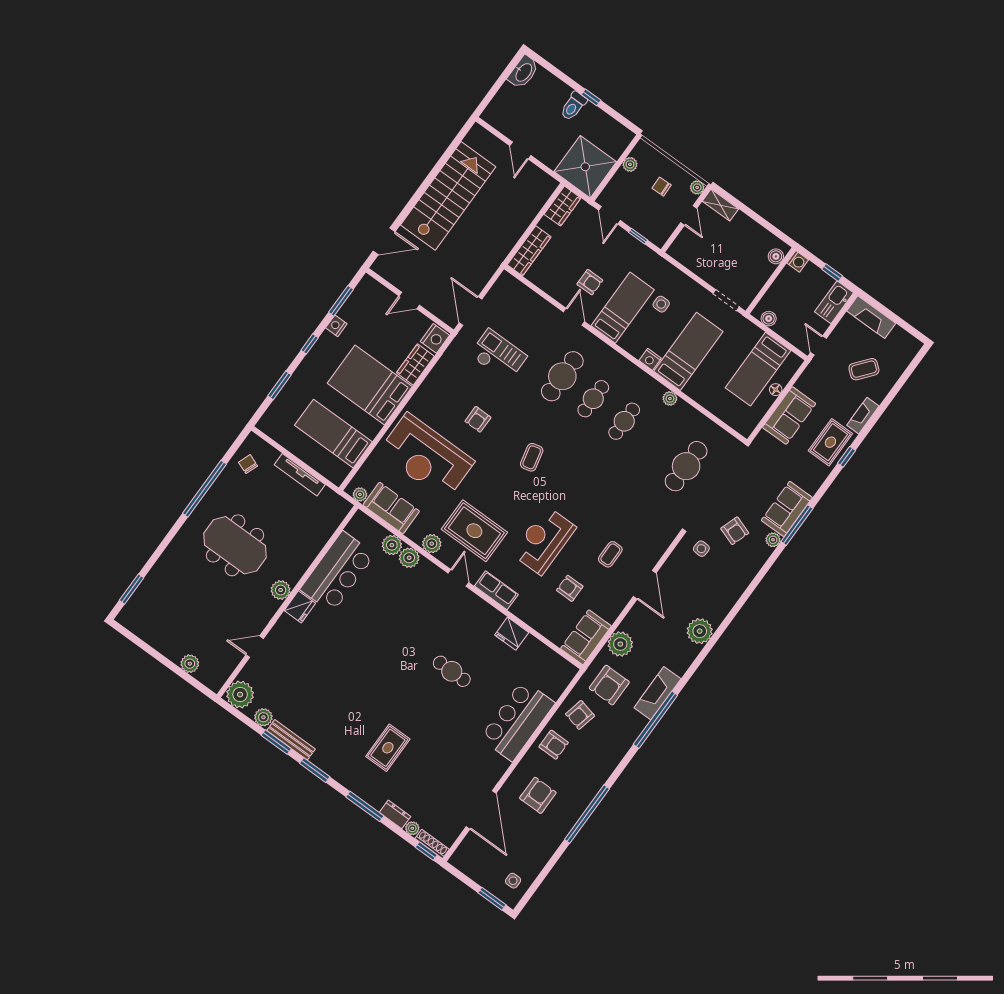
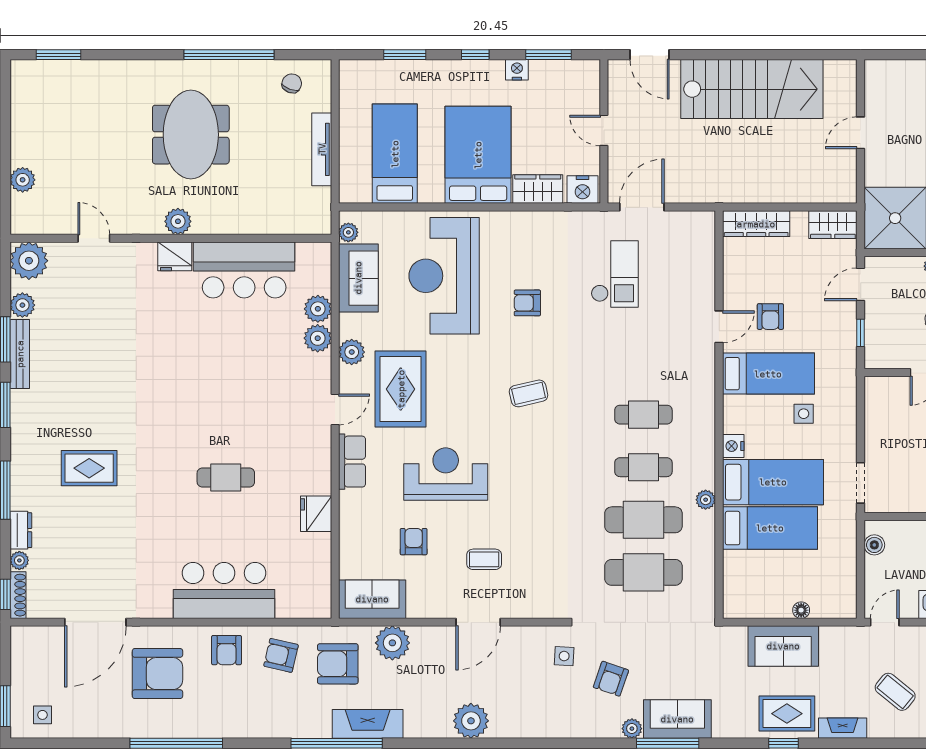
bed: (758, 369) -> (770, 528), moved, turned 180
cafe table: (562, 376) -> (643, 520), moved
cafe table: (452, 671) -> (226, 477), turned 90
armchair: (538, 795) -> (157, 674), width x1.36, depth x1.36

